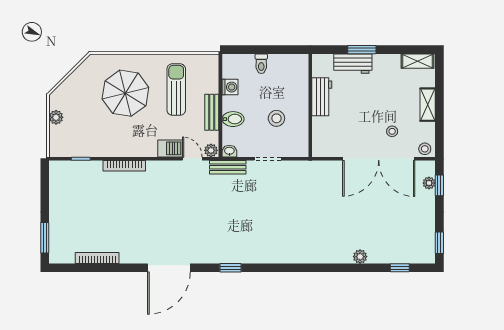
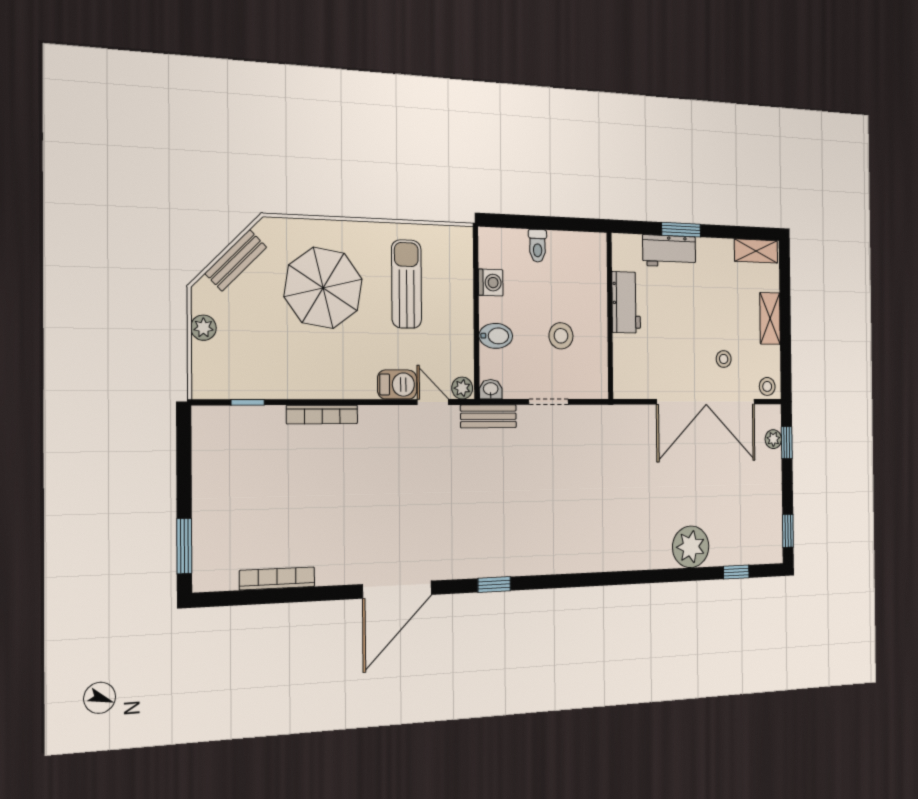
bench: (212, 112) -> (236, 260), moved, turned 45
plant: (360, 257) -> (691, 547), width x1.87, depth x1.87

